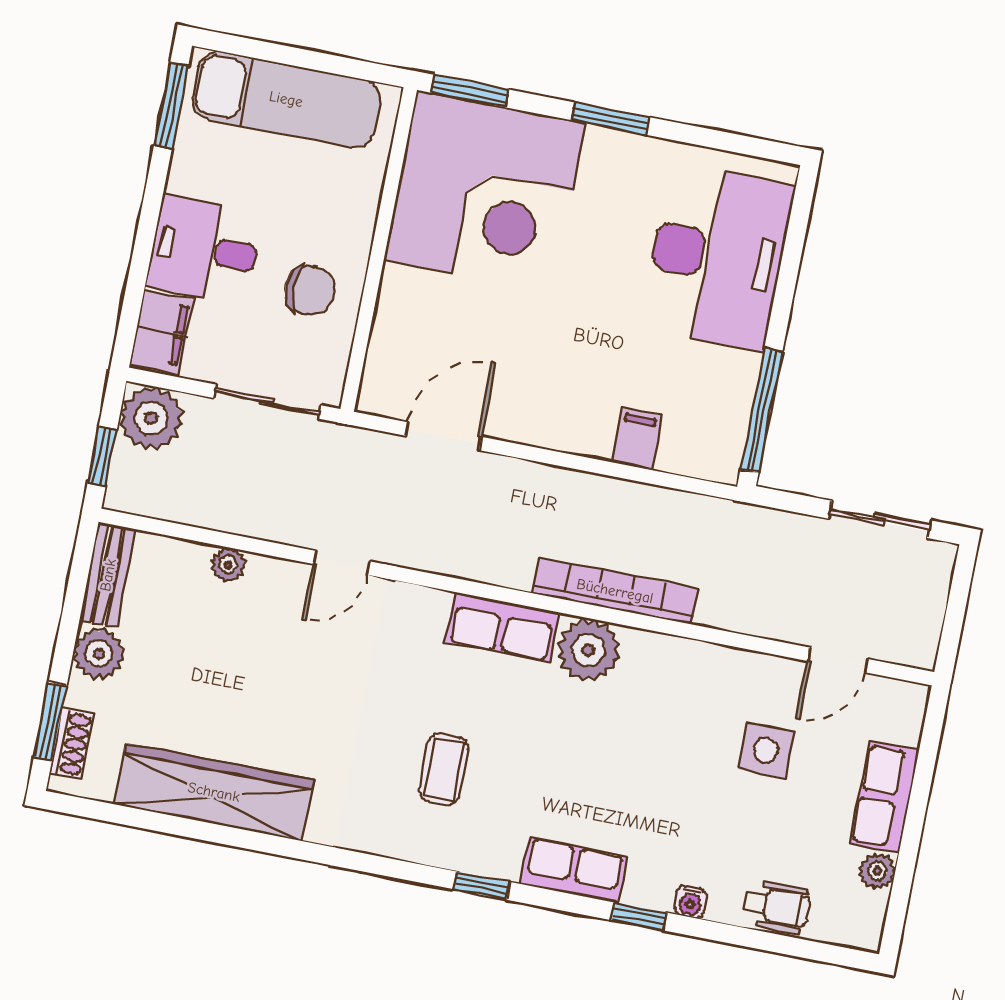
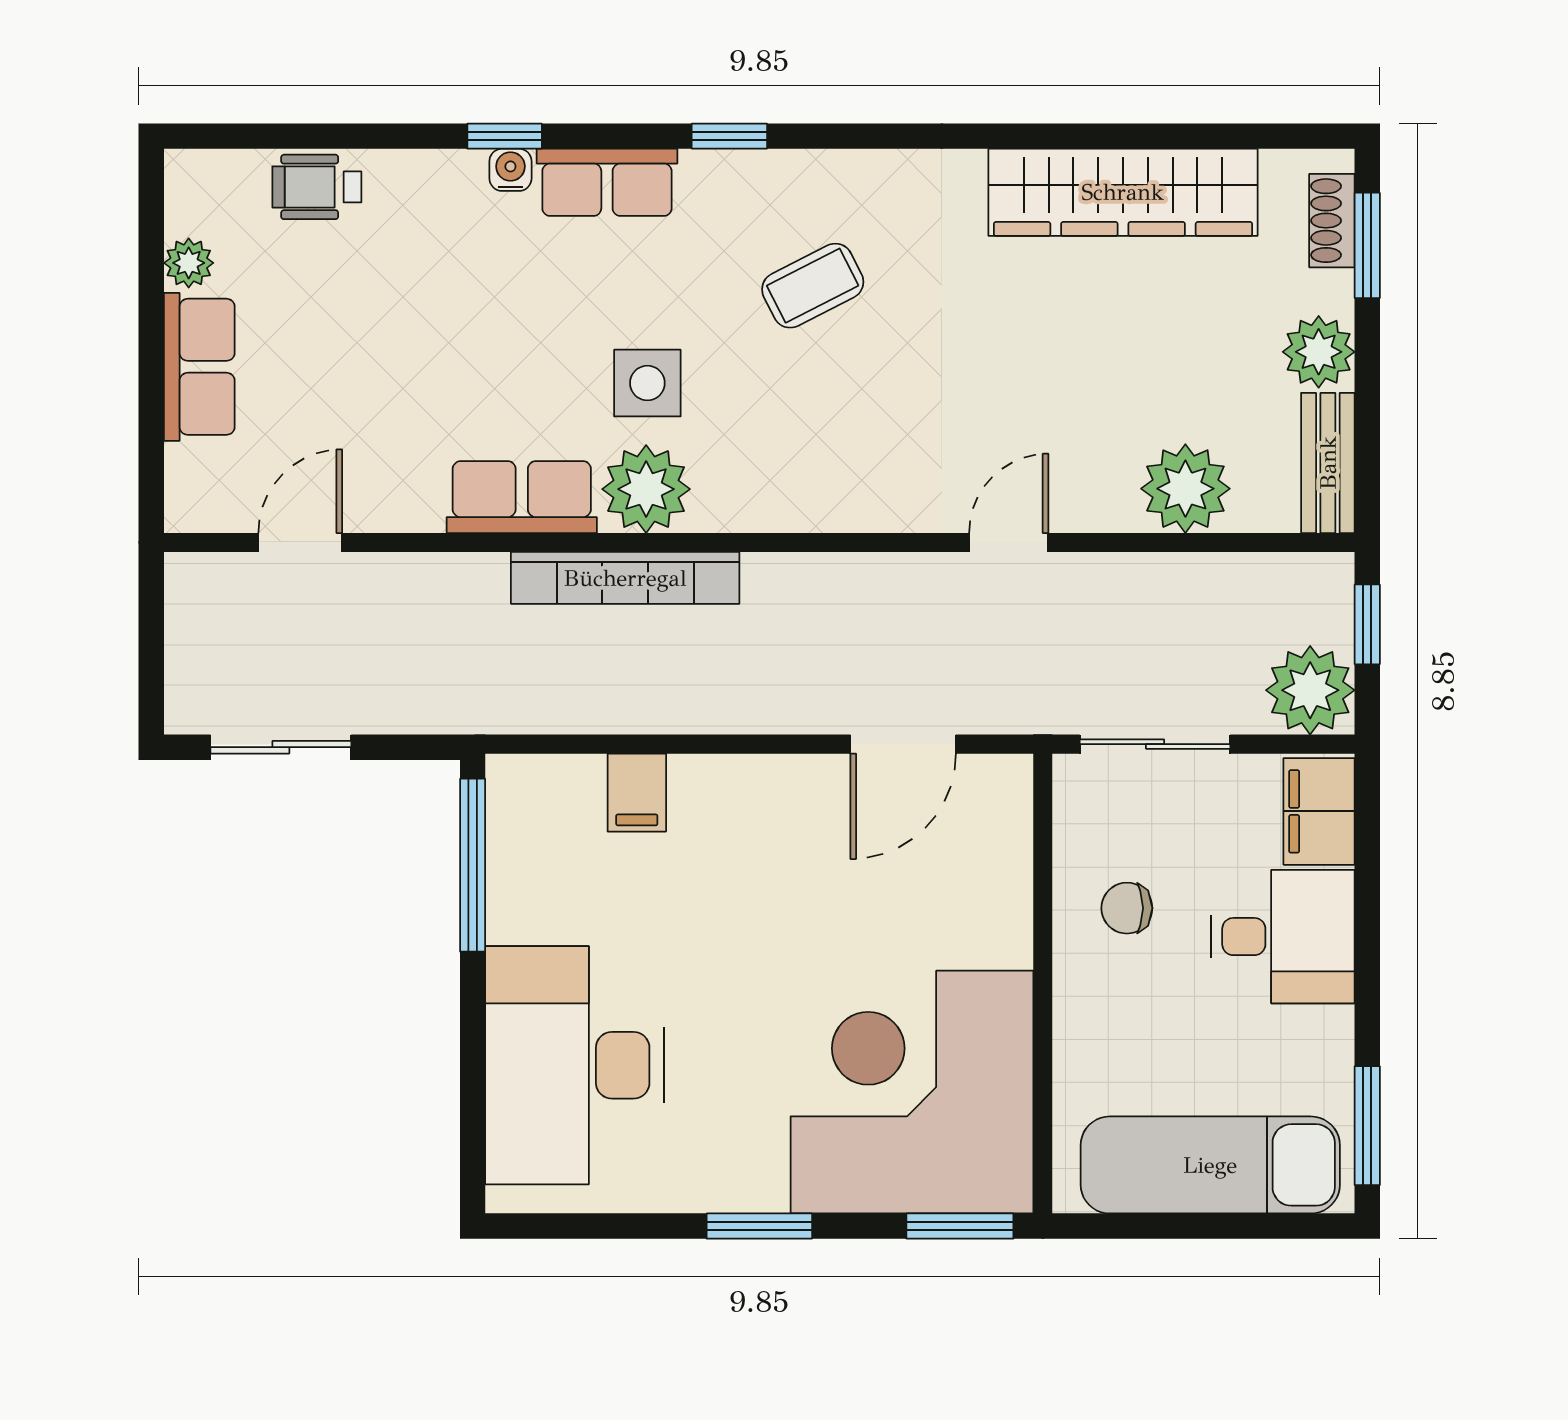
chair: (309, 291) -> (1127, 908), width x0.73, depth x0.73
plant: (228, 565) -> (1185, 489), width x1.88, depth x1.88
row of seats: (502, 627) -> (522, 497), moved
side table: (766, 750) -> (647, 383), moved
coffee table: (444, 770) -> (813, 286), turned 63
water cooler: (690, 902) -> (510, 170), moved

